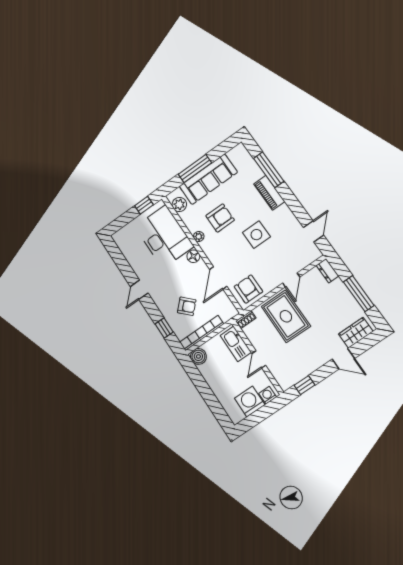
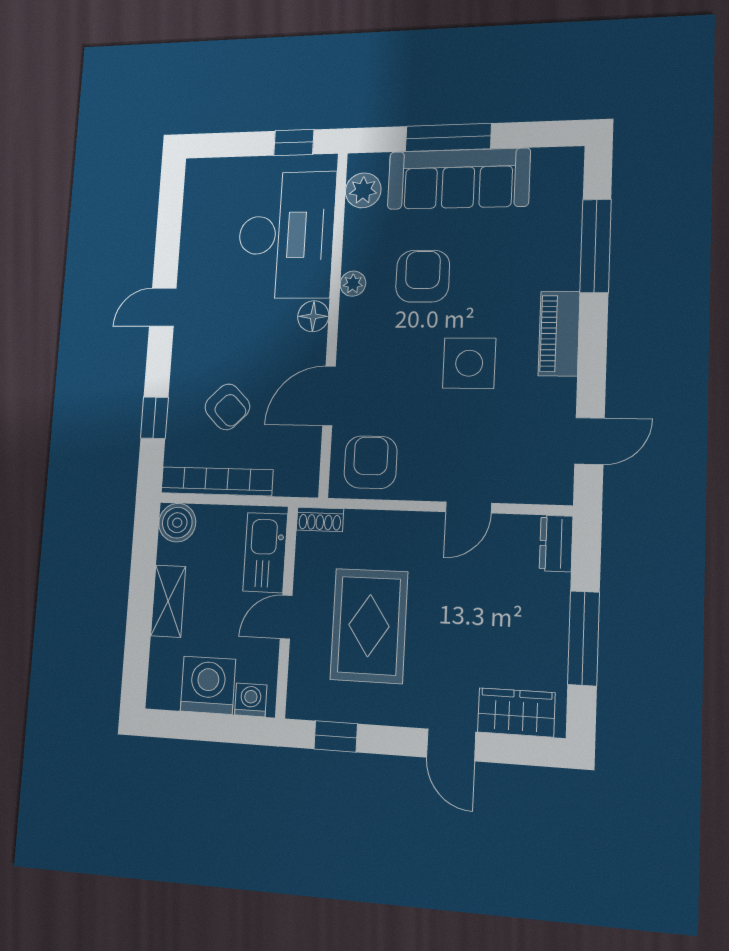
piano: (269, 193) -> (559, 334), moved
armchair: (220, 218) -> (423, 276), turned -90
rug: (286, 316) -> (369, 626), moved
shelving: (215, 384) -> (168, 601), added

